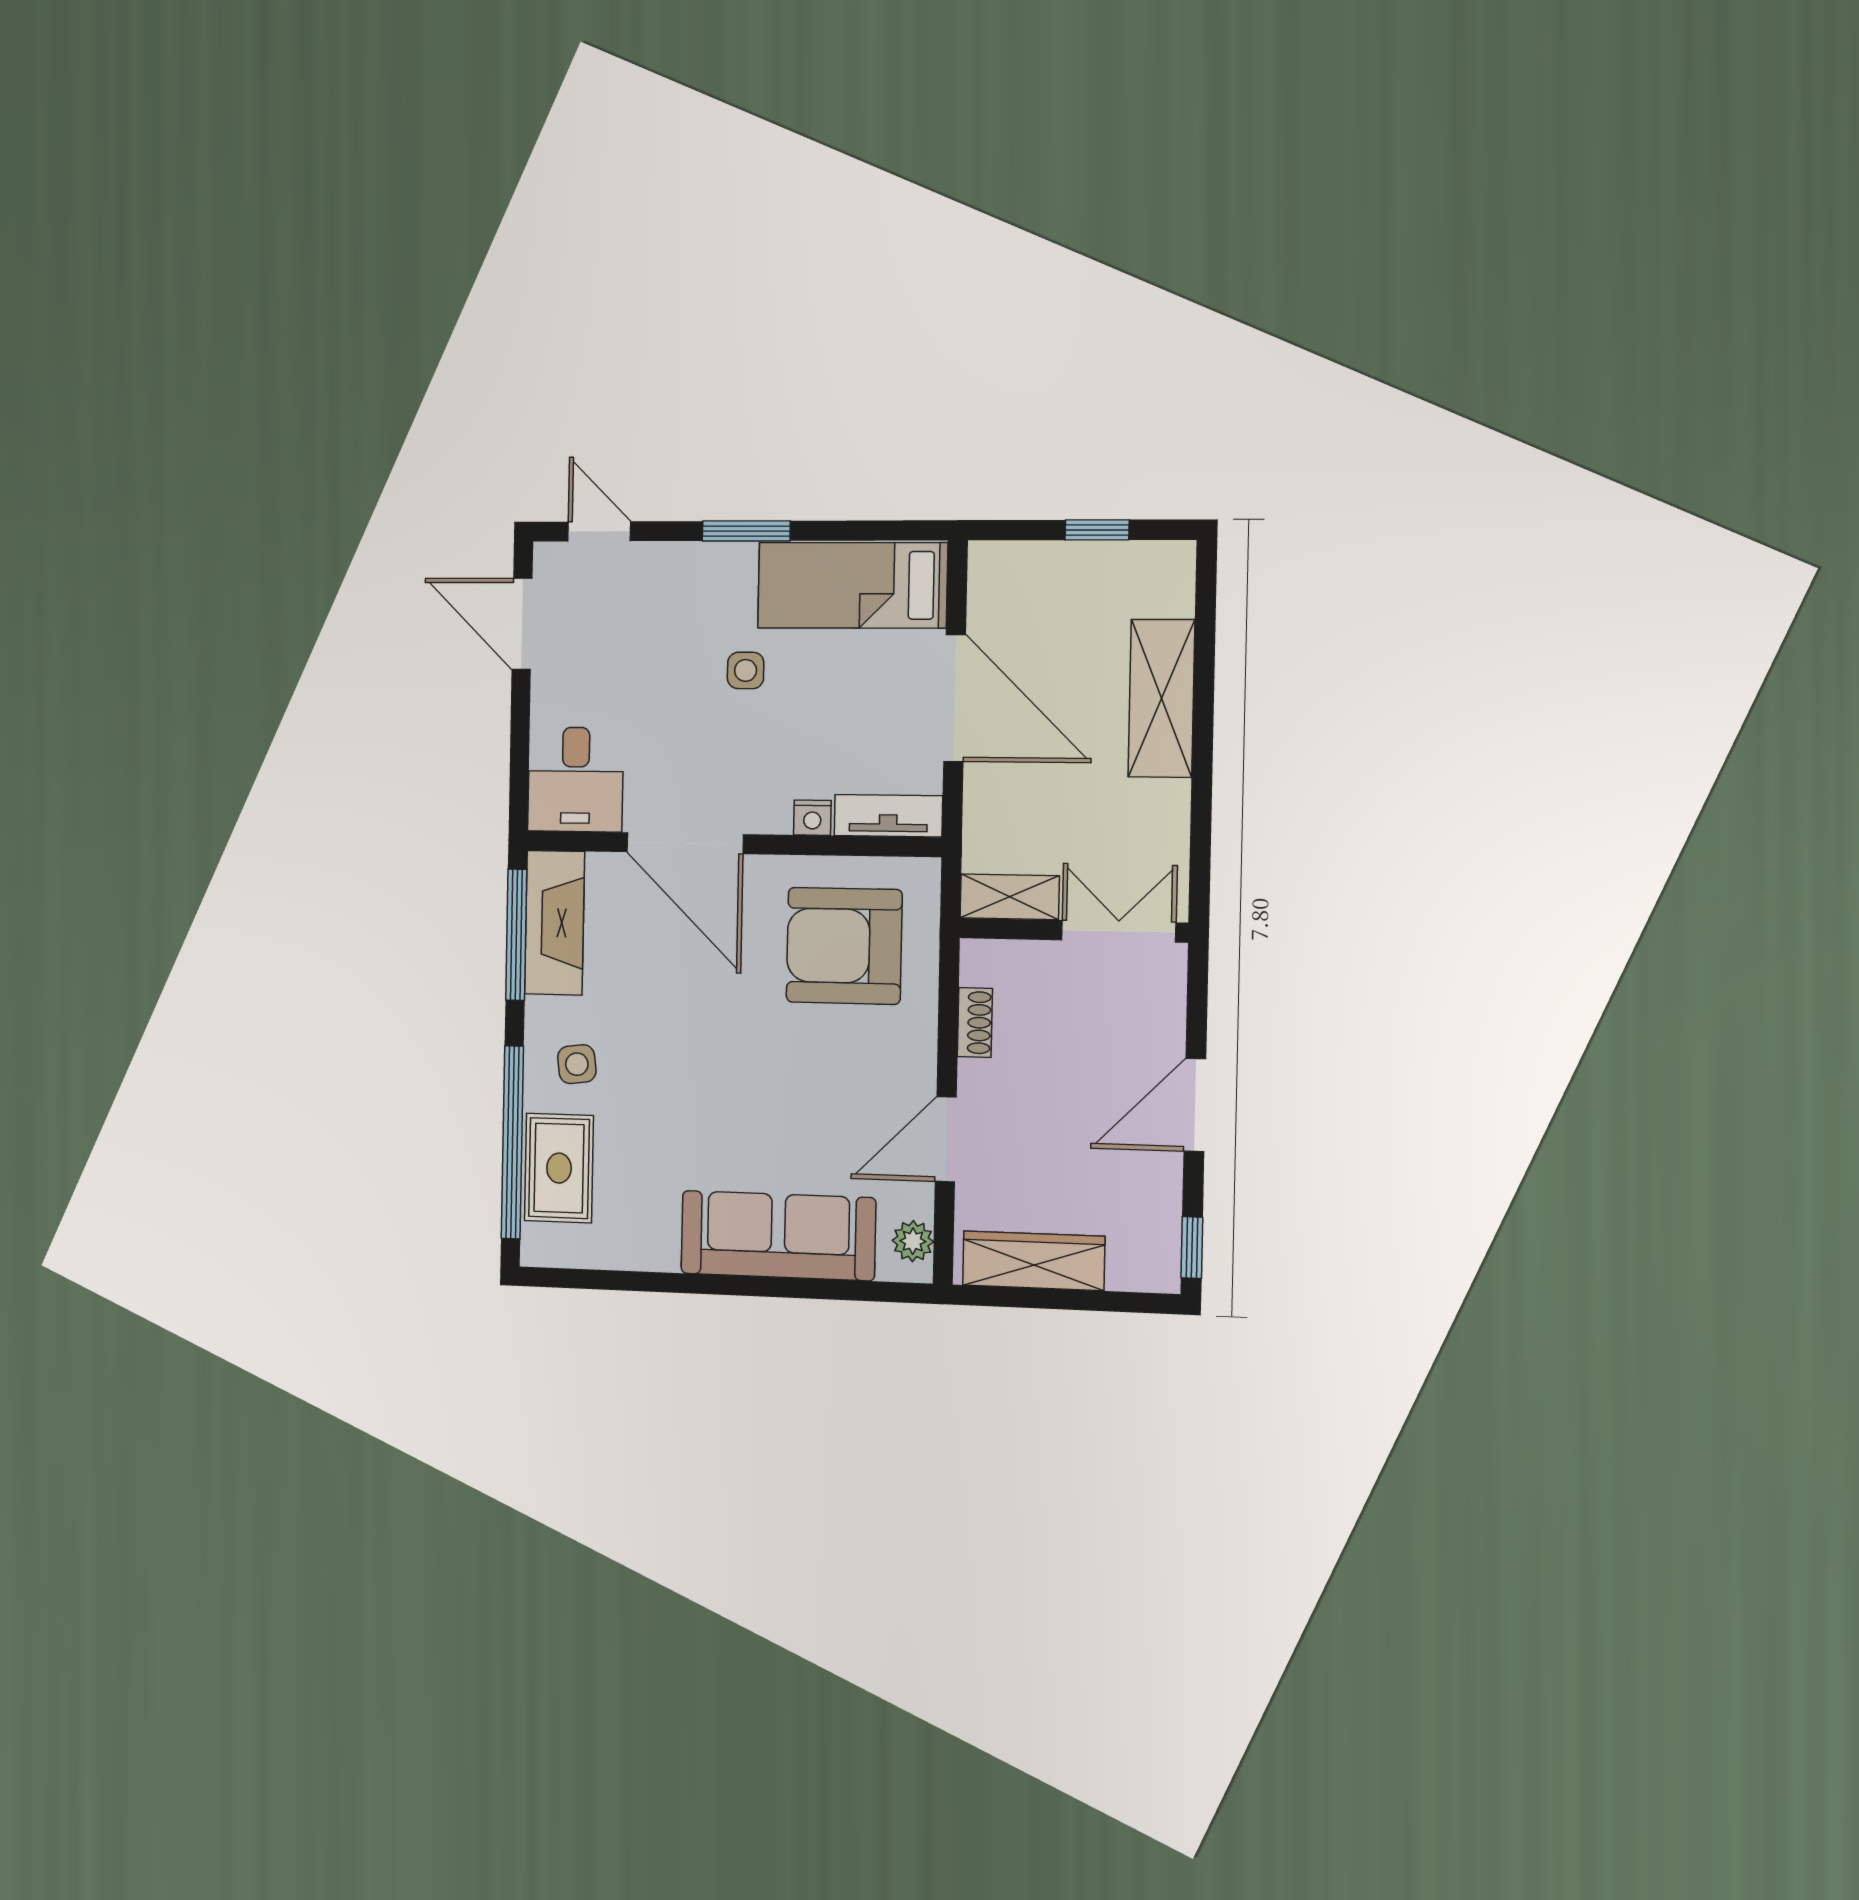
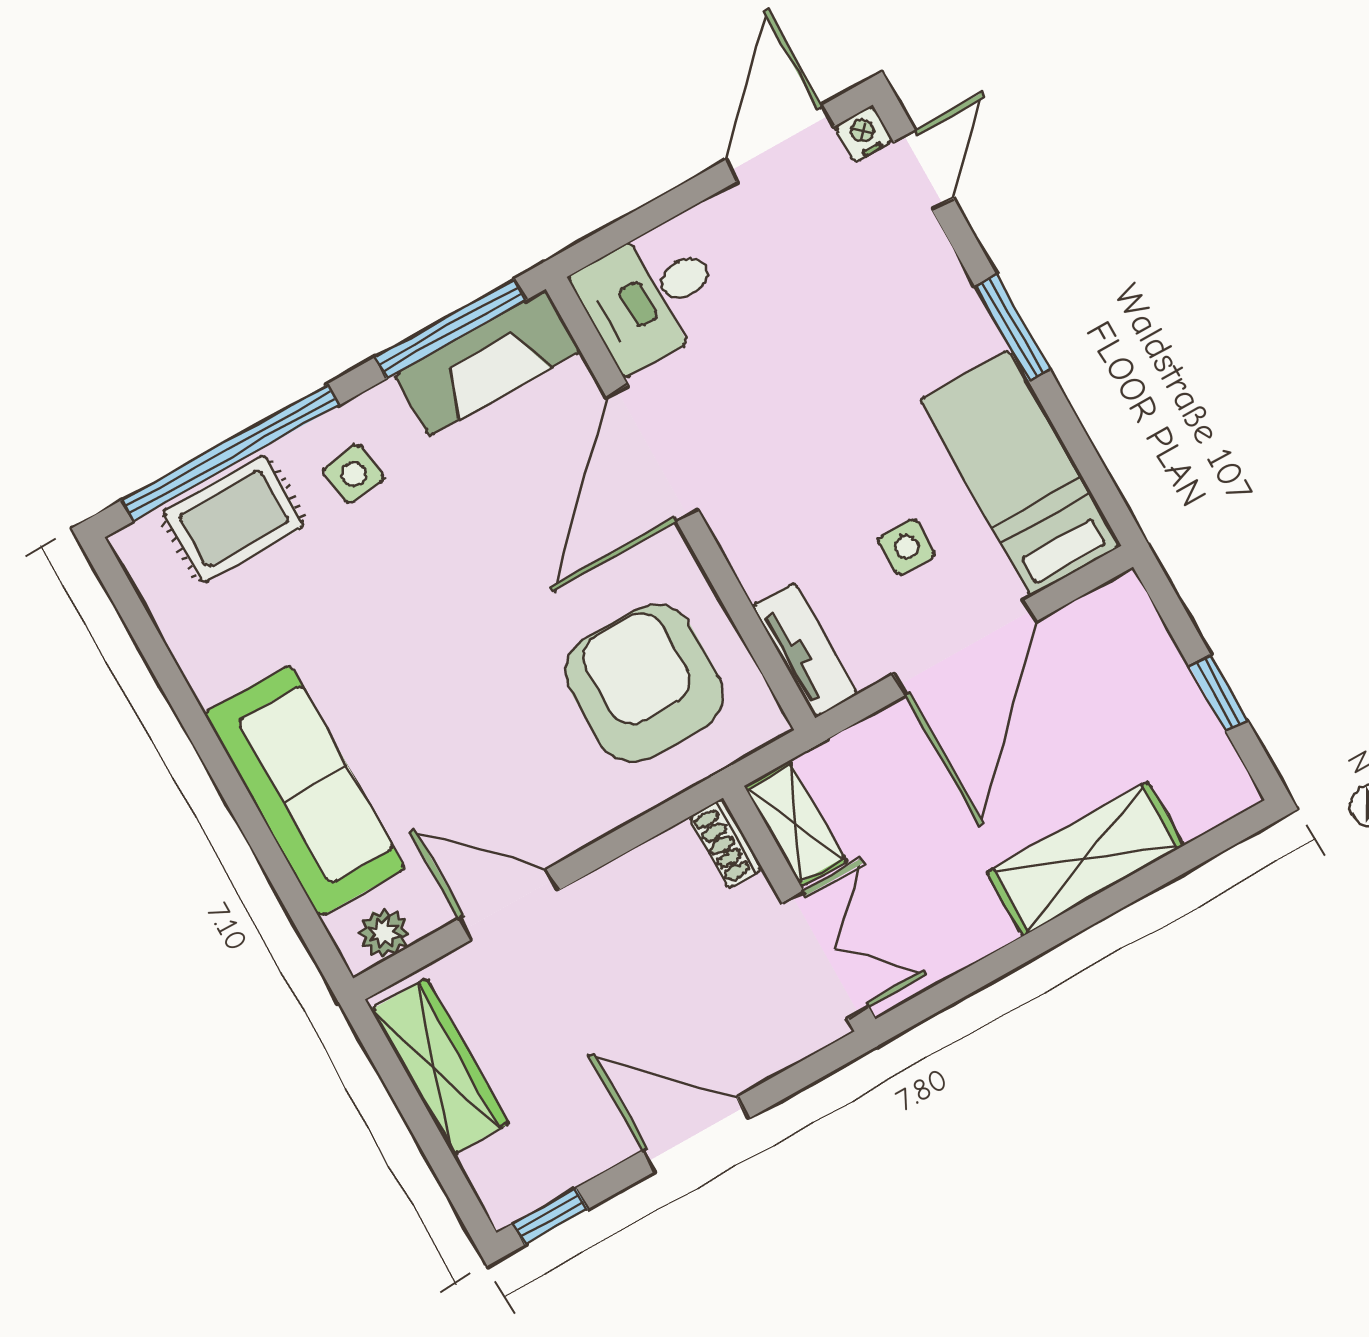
side table: (746, 670) -> (907, 547), moved
nightstand: (812, 818) -> (864, 134), moved, turned 90
shoe rack: (975, 1023) -> (726, 843), moved, turned 90

